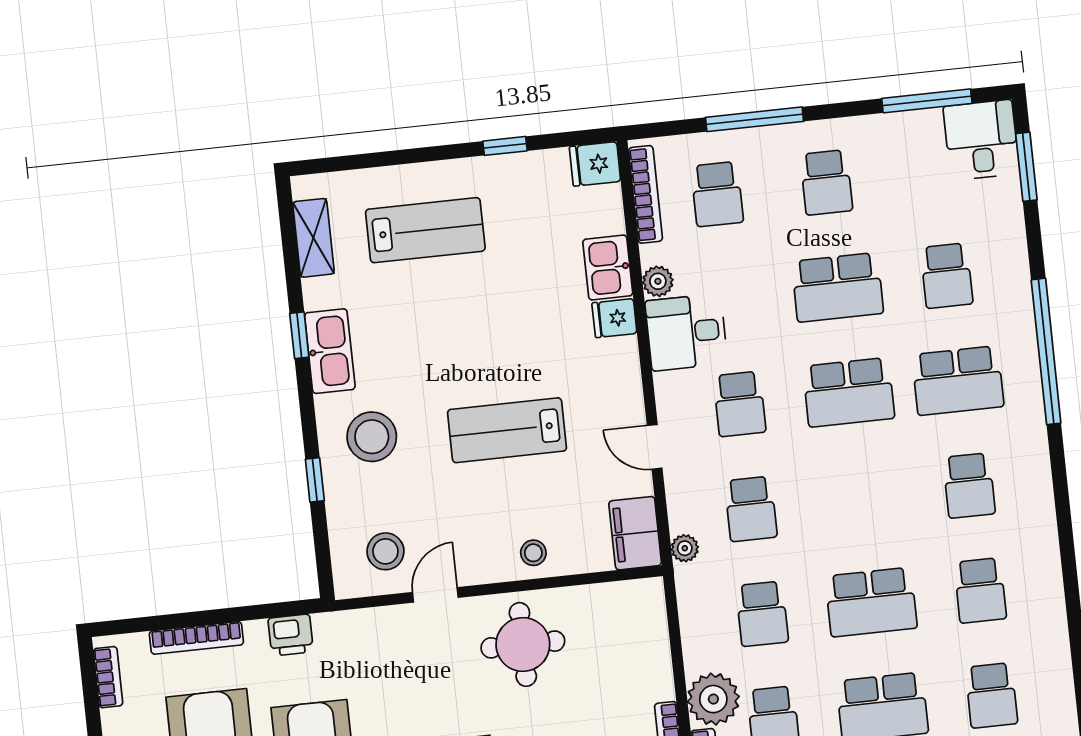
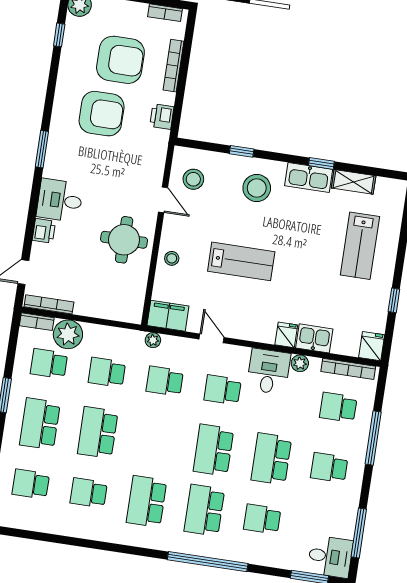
shelving: (313, 238) -> (354, 182), moved
lab bench: (507, 430) -> (241, 261), turned 90
door: (655, 447) -> (212, 338), hinge flipped
school desk: (969, 486) -> (147, 501), width x1.85

